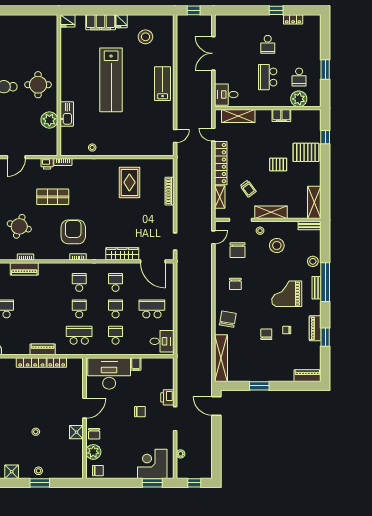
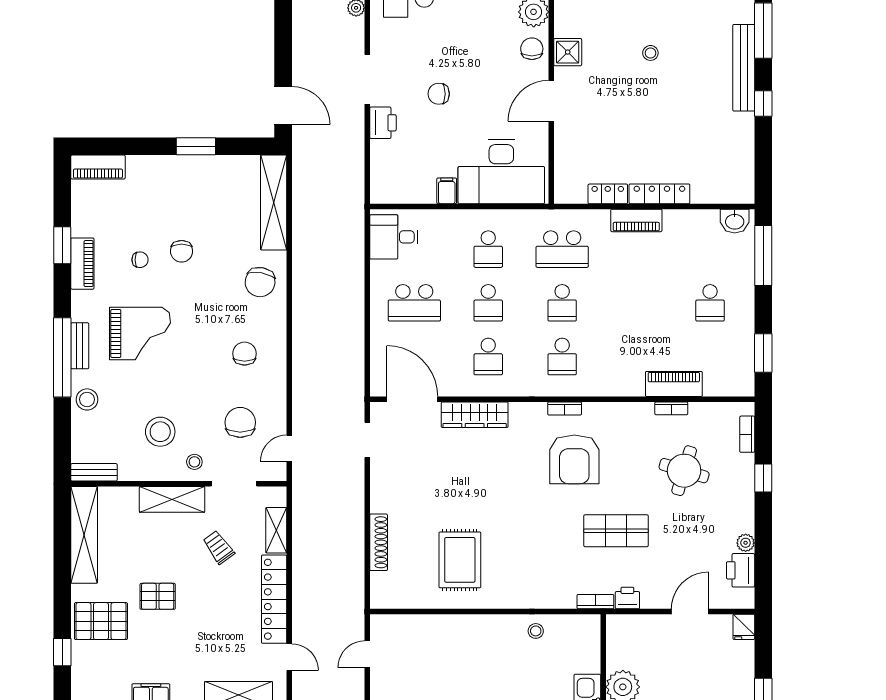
shelving: (314, 202) -> (84, 535), width x1.47

